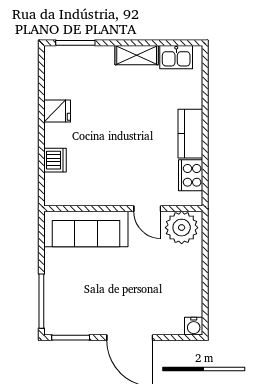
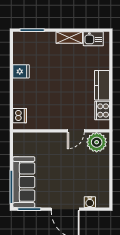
dishwasher: (55, 160) -> (20, 116), moved
door: (147, 209) -> (76, 131), hinge flipped
sofa: (86, 229) -> (24, 182), moved, turned -90
water cooler: (194, 326) -> (90, 202), moved

